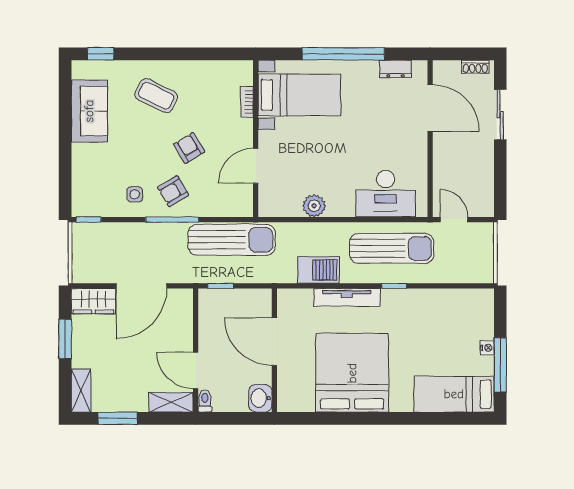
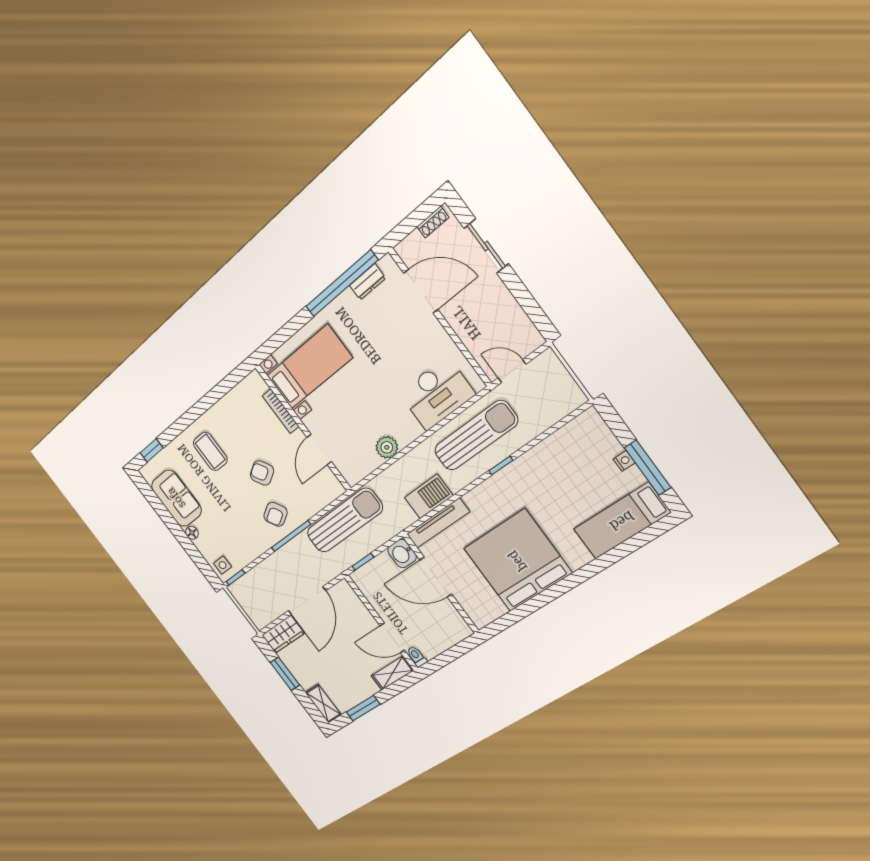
window: (343, 54) -> (342, 284), moved
coffee table: (156, 96) -> (210, 451), turned 64
bookcase: (247, 102) -> (281, 411), width x1.56
floor lamp: (79, 151) -> (192, 533), added
side table: (135, 194) -> (223, 565), moved
tv unit: (347, 297) -> (438, 523), moved
washbasin: (260, 398) -> (402, 554), moved

